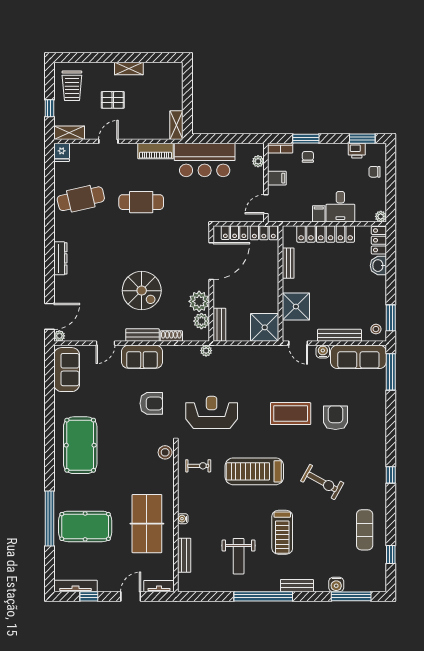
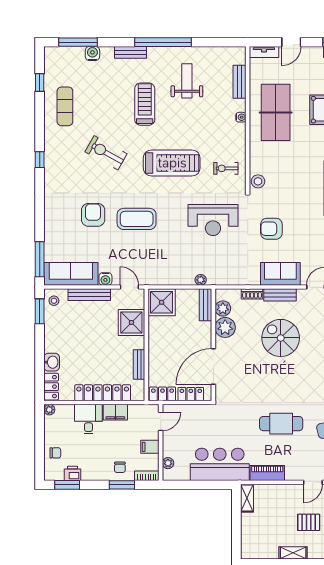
filing cabinet: (319, 214) -> (115, 412), width x2.00
plant: (206, 351) -> (201, 280), moved
armchair: (336, 418) -> (93, 215), turned 180

